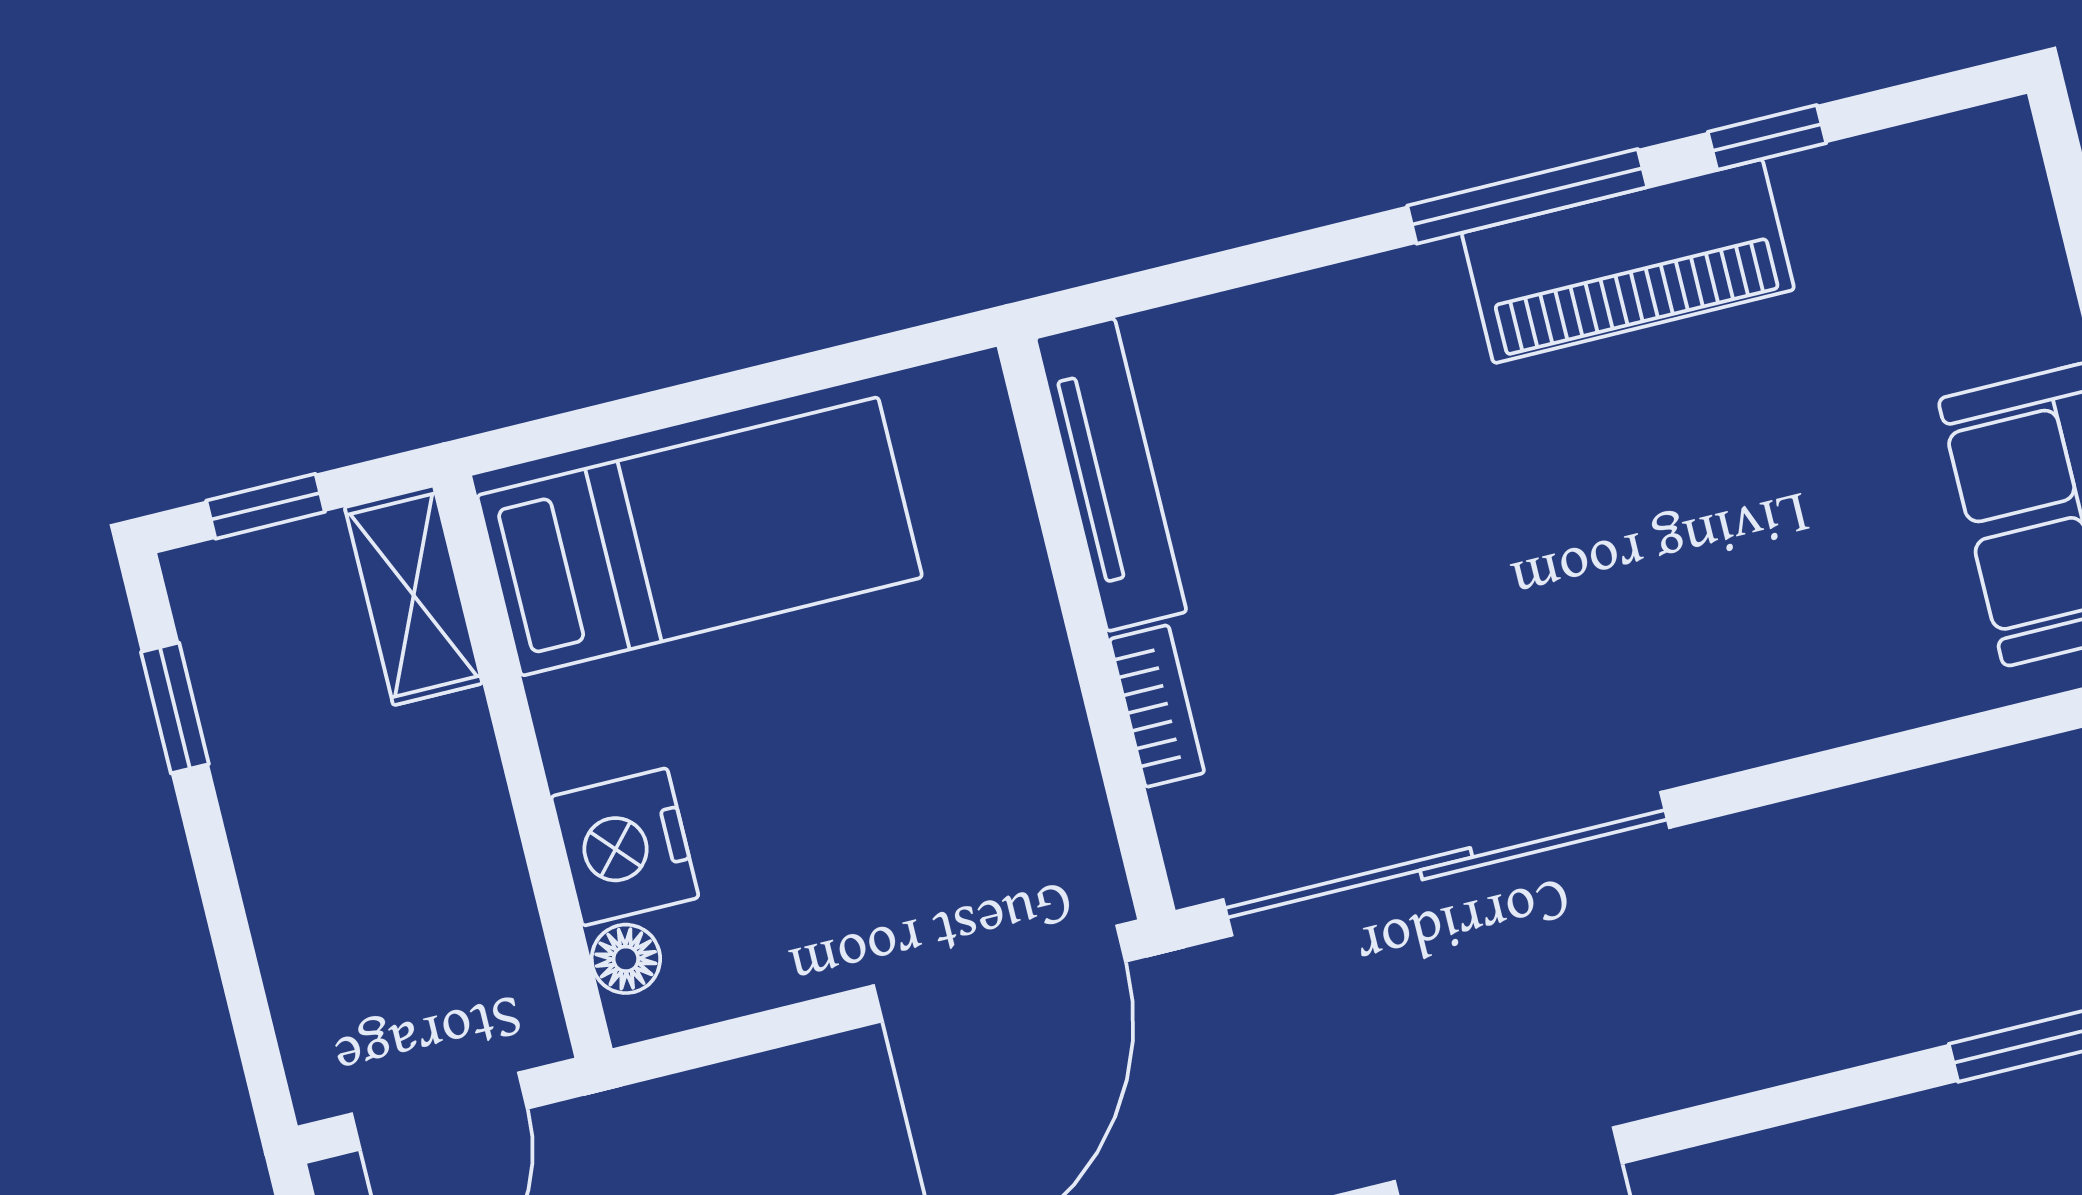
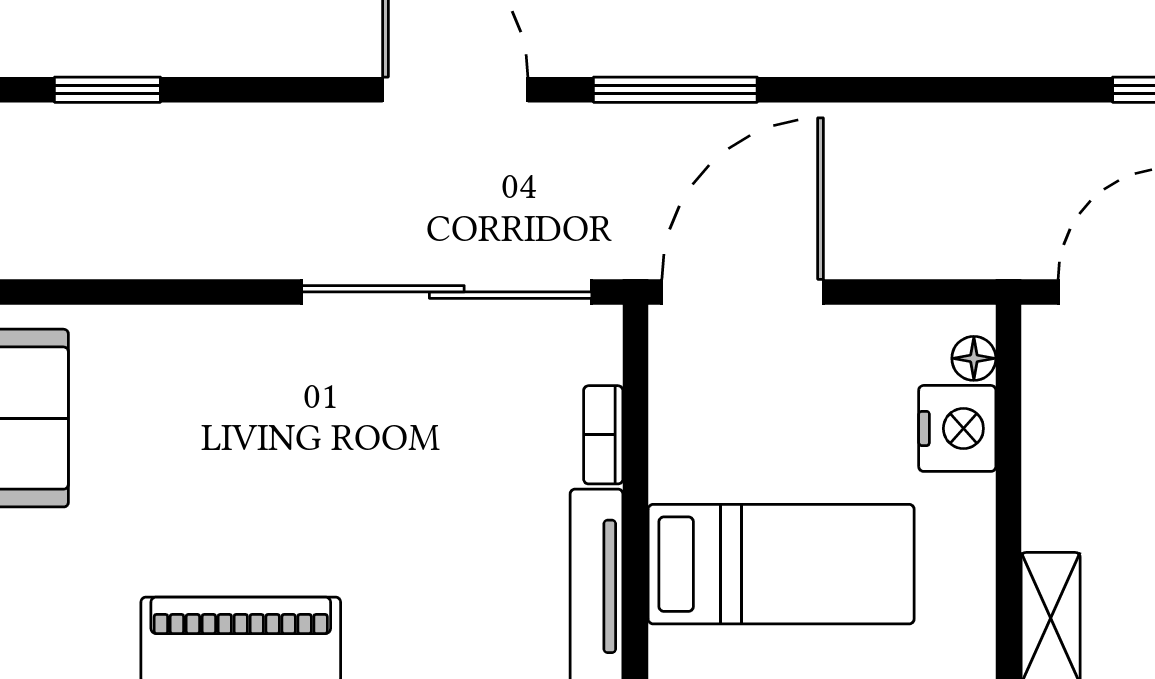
bed: (700, 536) -> (781, 564), moved, turned 180

